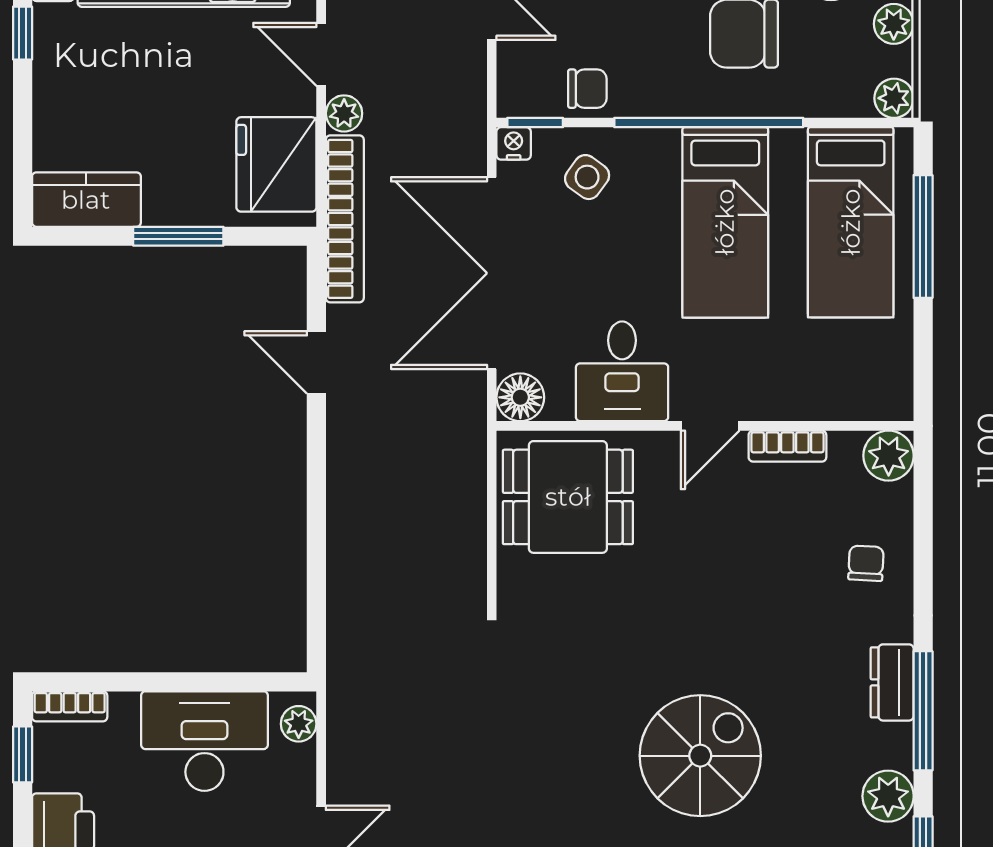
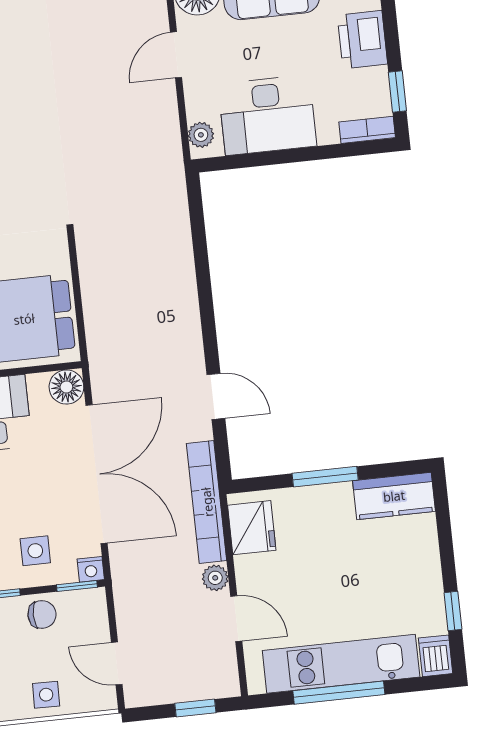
chair: (587, 89) -> (42, 614), turned 180
fridge: (276, 164) -> (252, 528), width x0.73, depth x0.75
side table: (587, 177) -> (35, 551), turned -36

